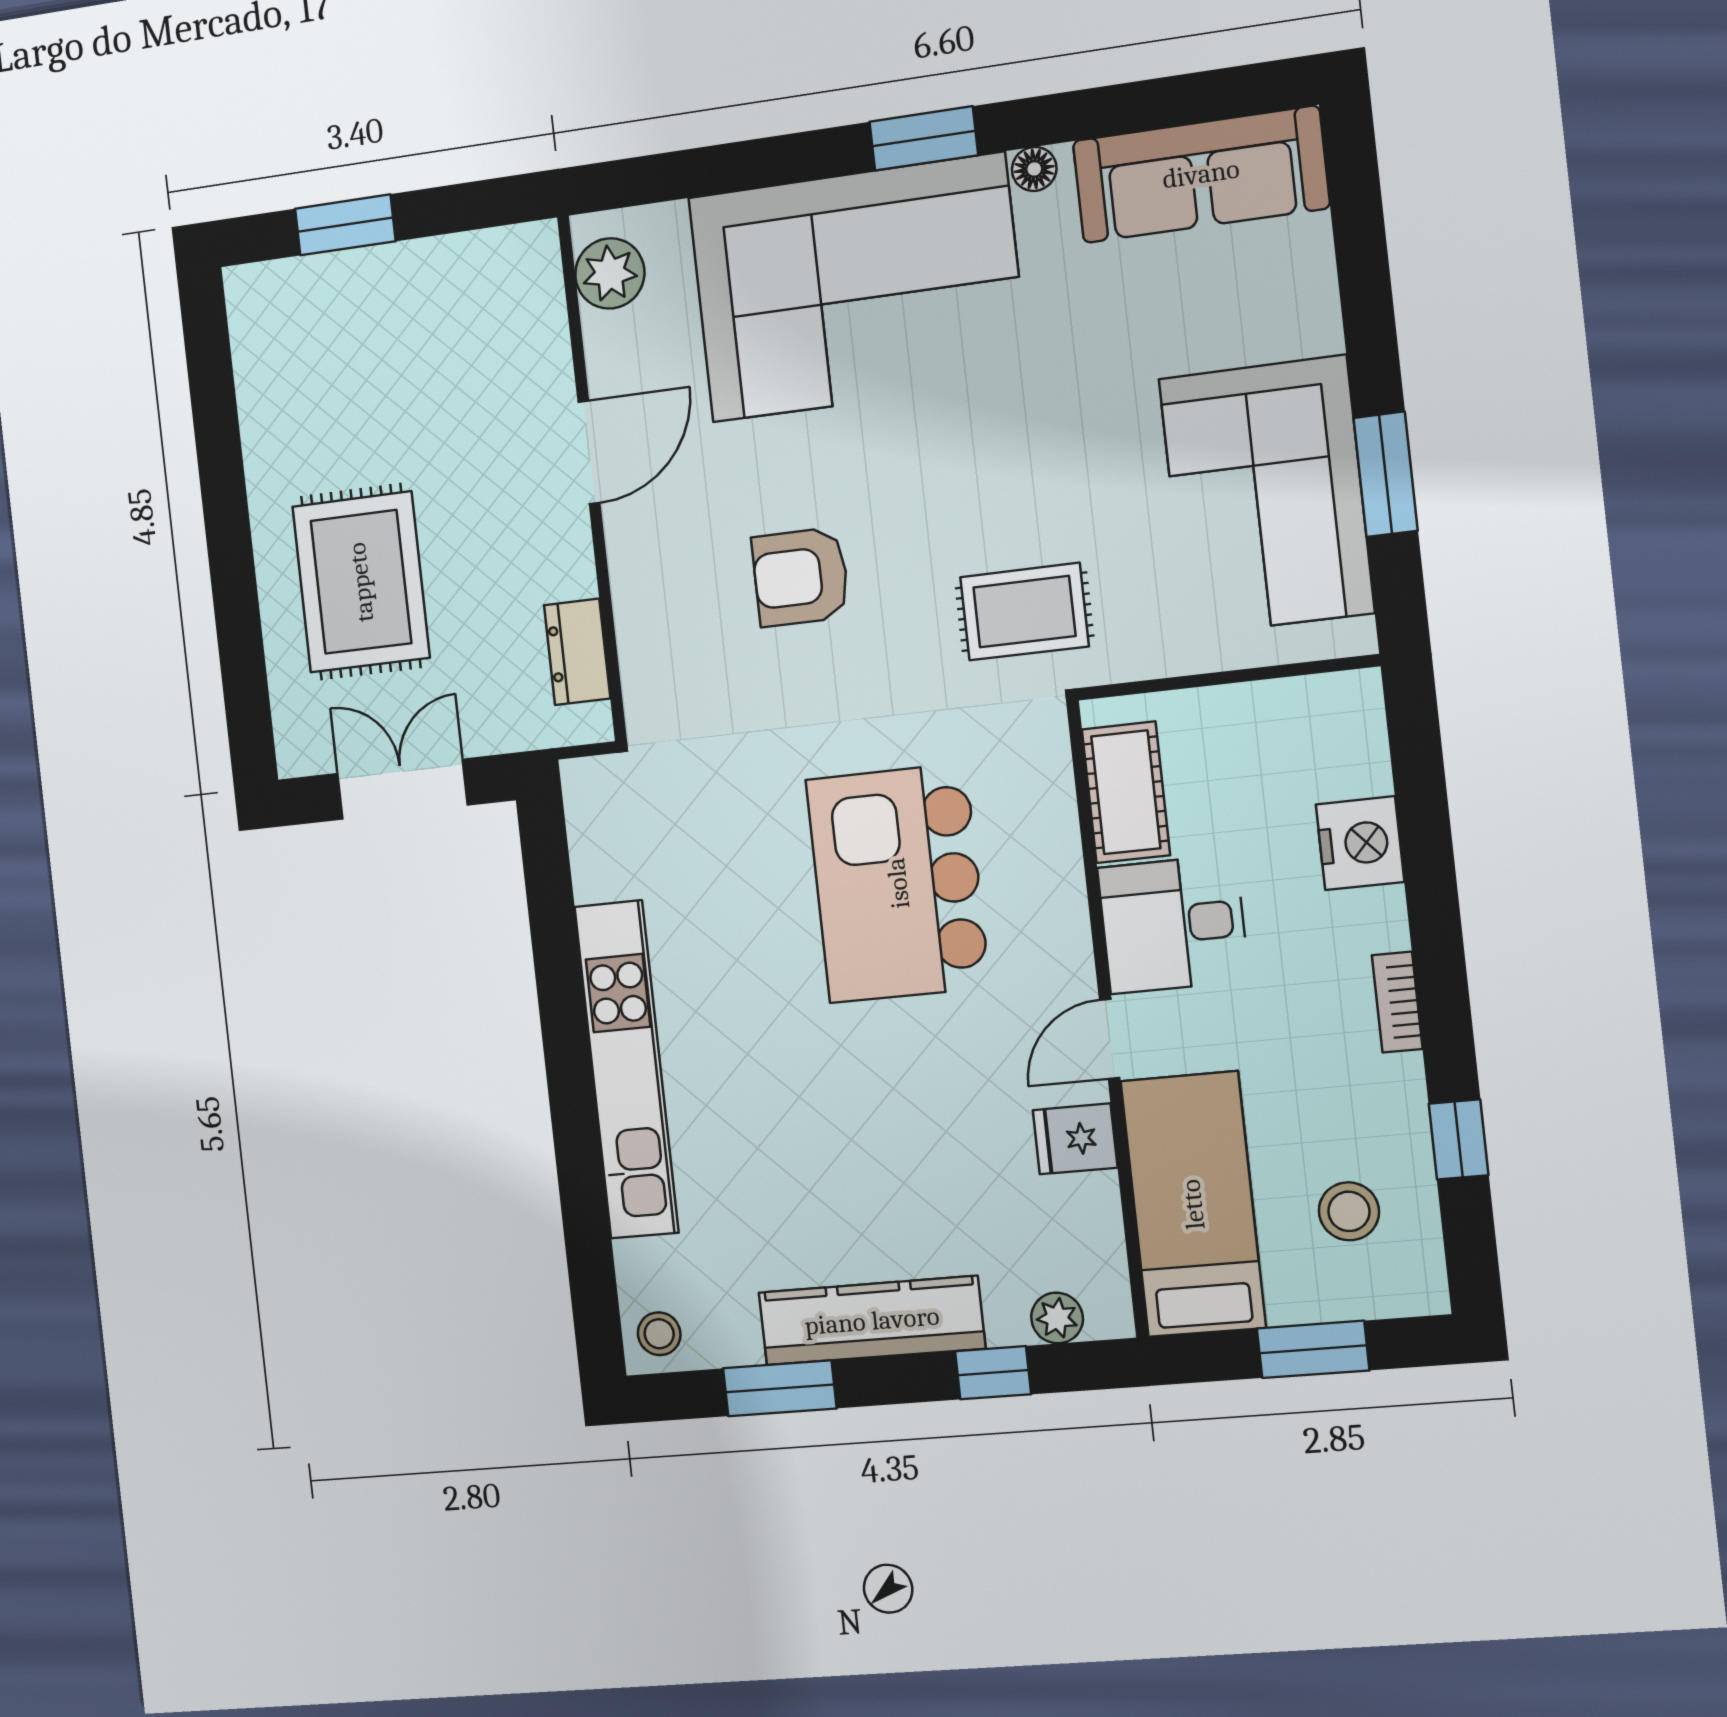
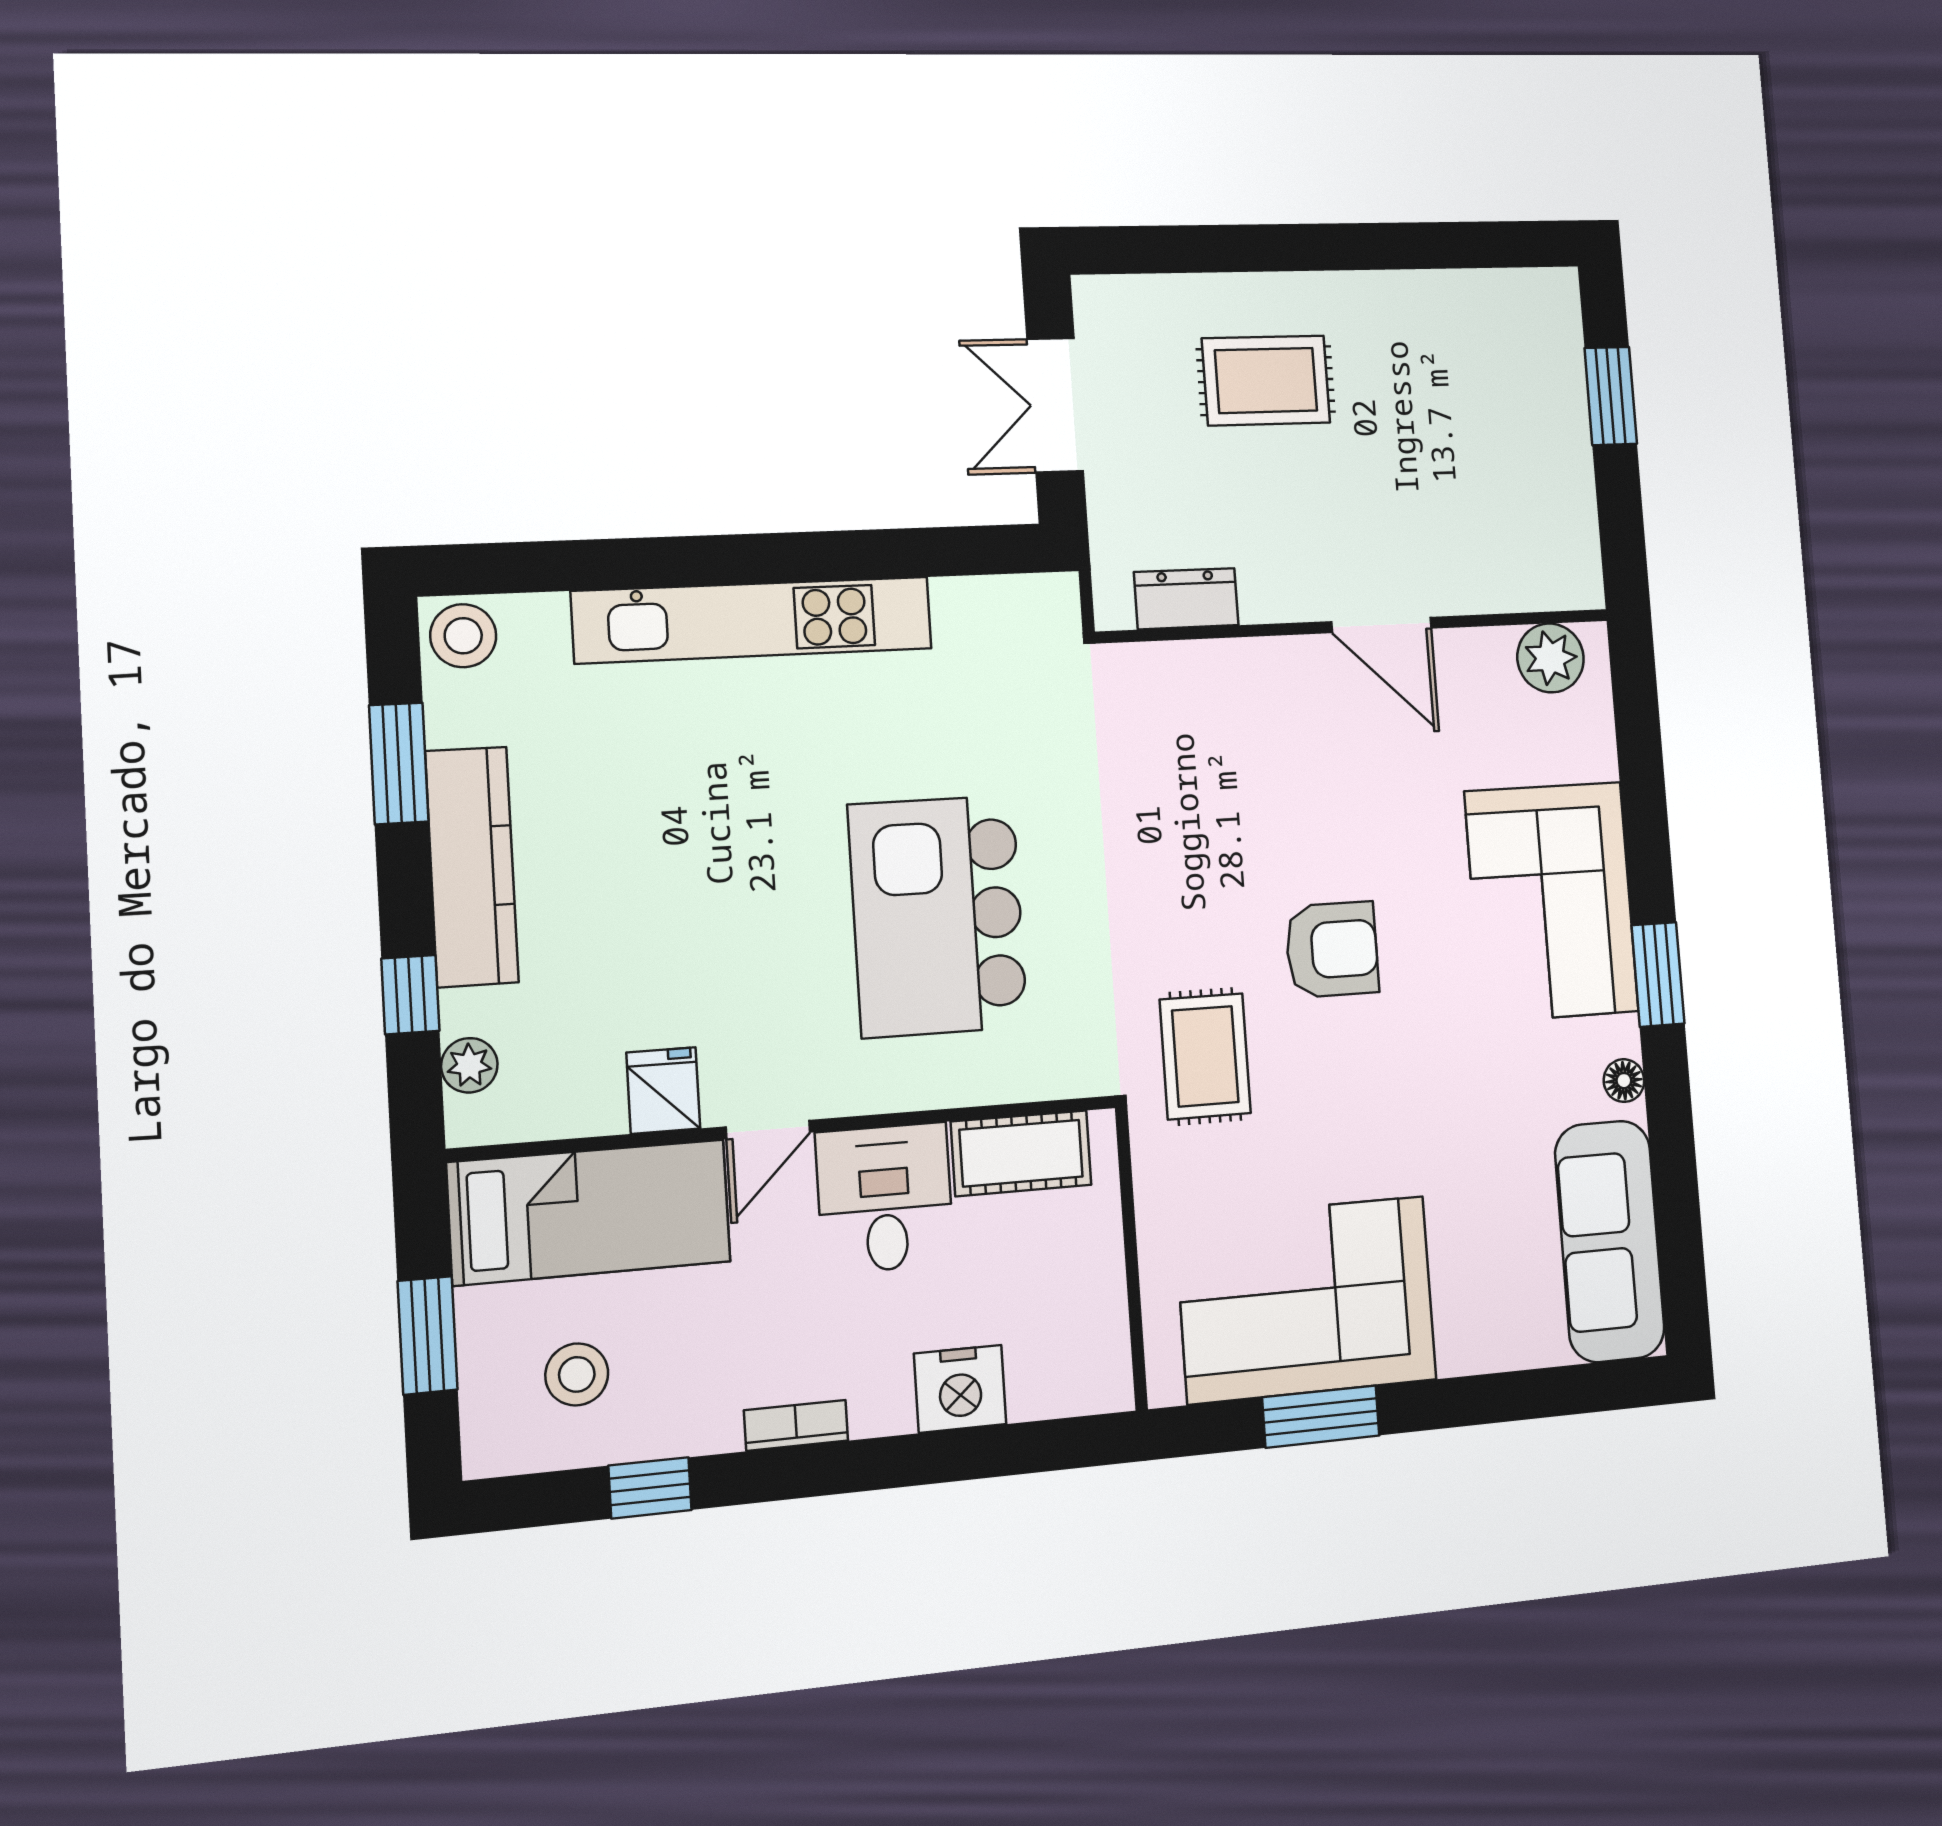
corner sofa: (858, 288) -> (1552, 902), width x0.73, depth x0.74
armchair: (801, 577) -> (1332, 950), moved, turned 90
rug: (361, 582) -> (1266, 380), width x0.73, depth x0.70
double door: (402, 789) -> (1055, 405), swing flipped
kitchen island: (898, 883) -> (938, 916), turned -90
door: (1110, 1039) -> (768, 1130), swing flipped
stool: (659, 1334) -> (463, 636), width x1.37, depth x1.37

